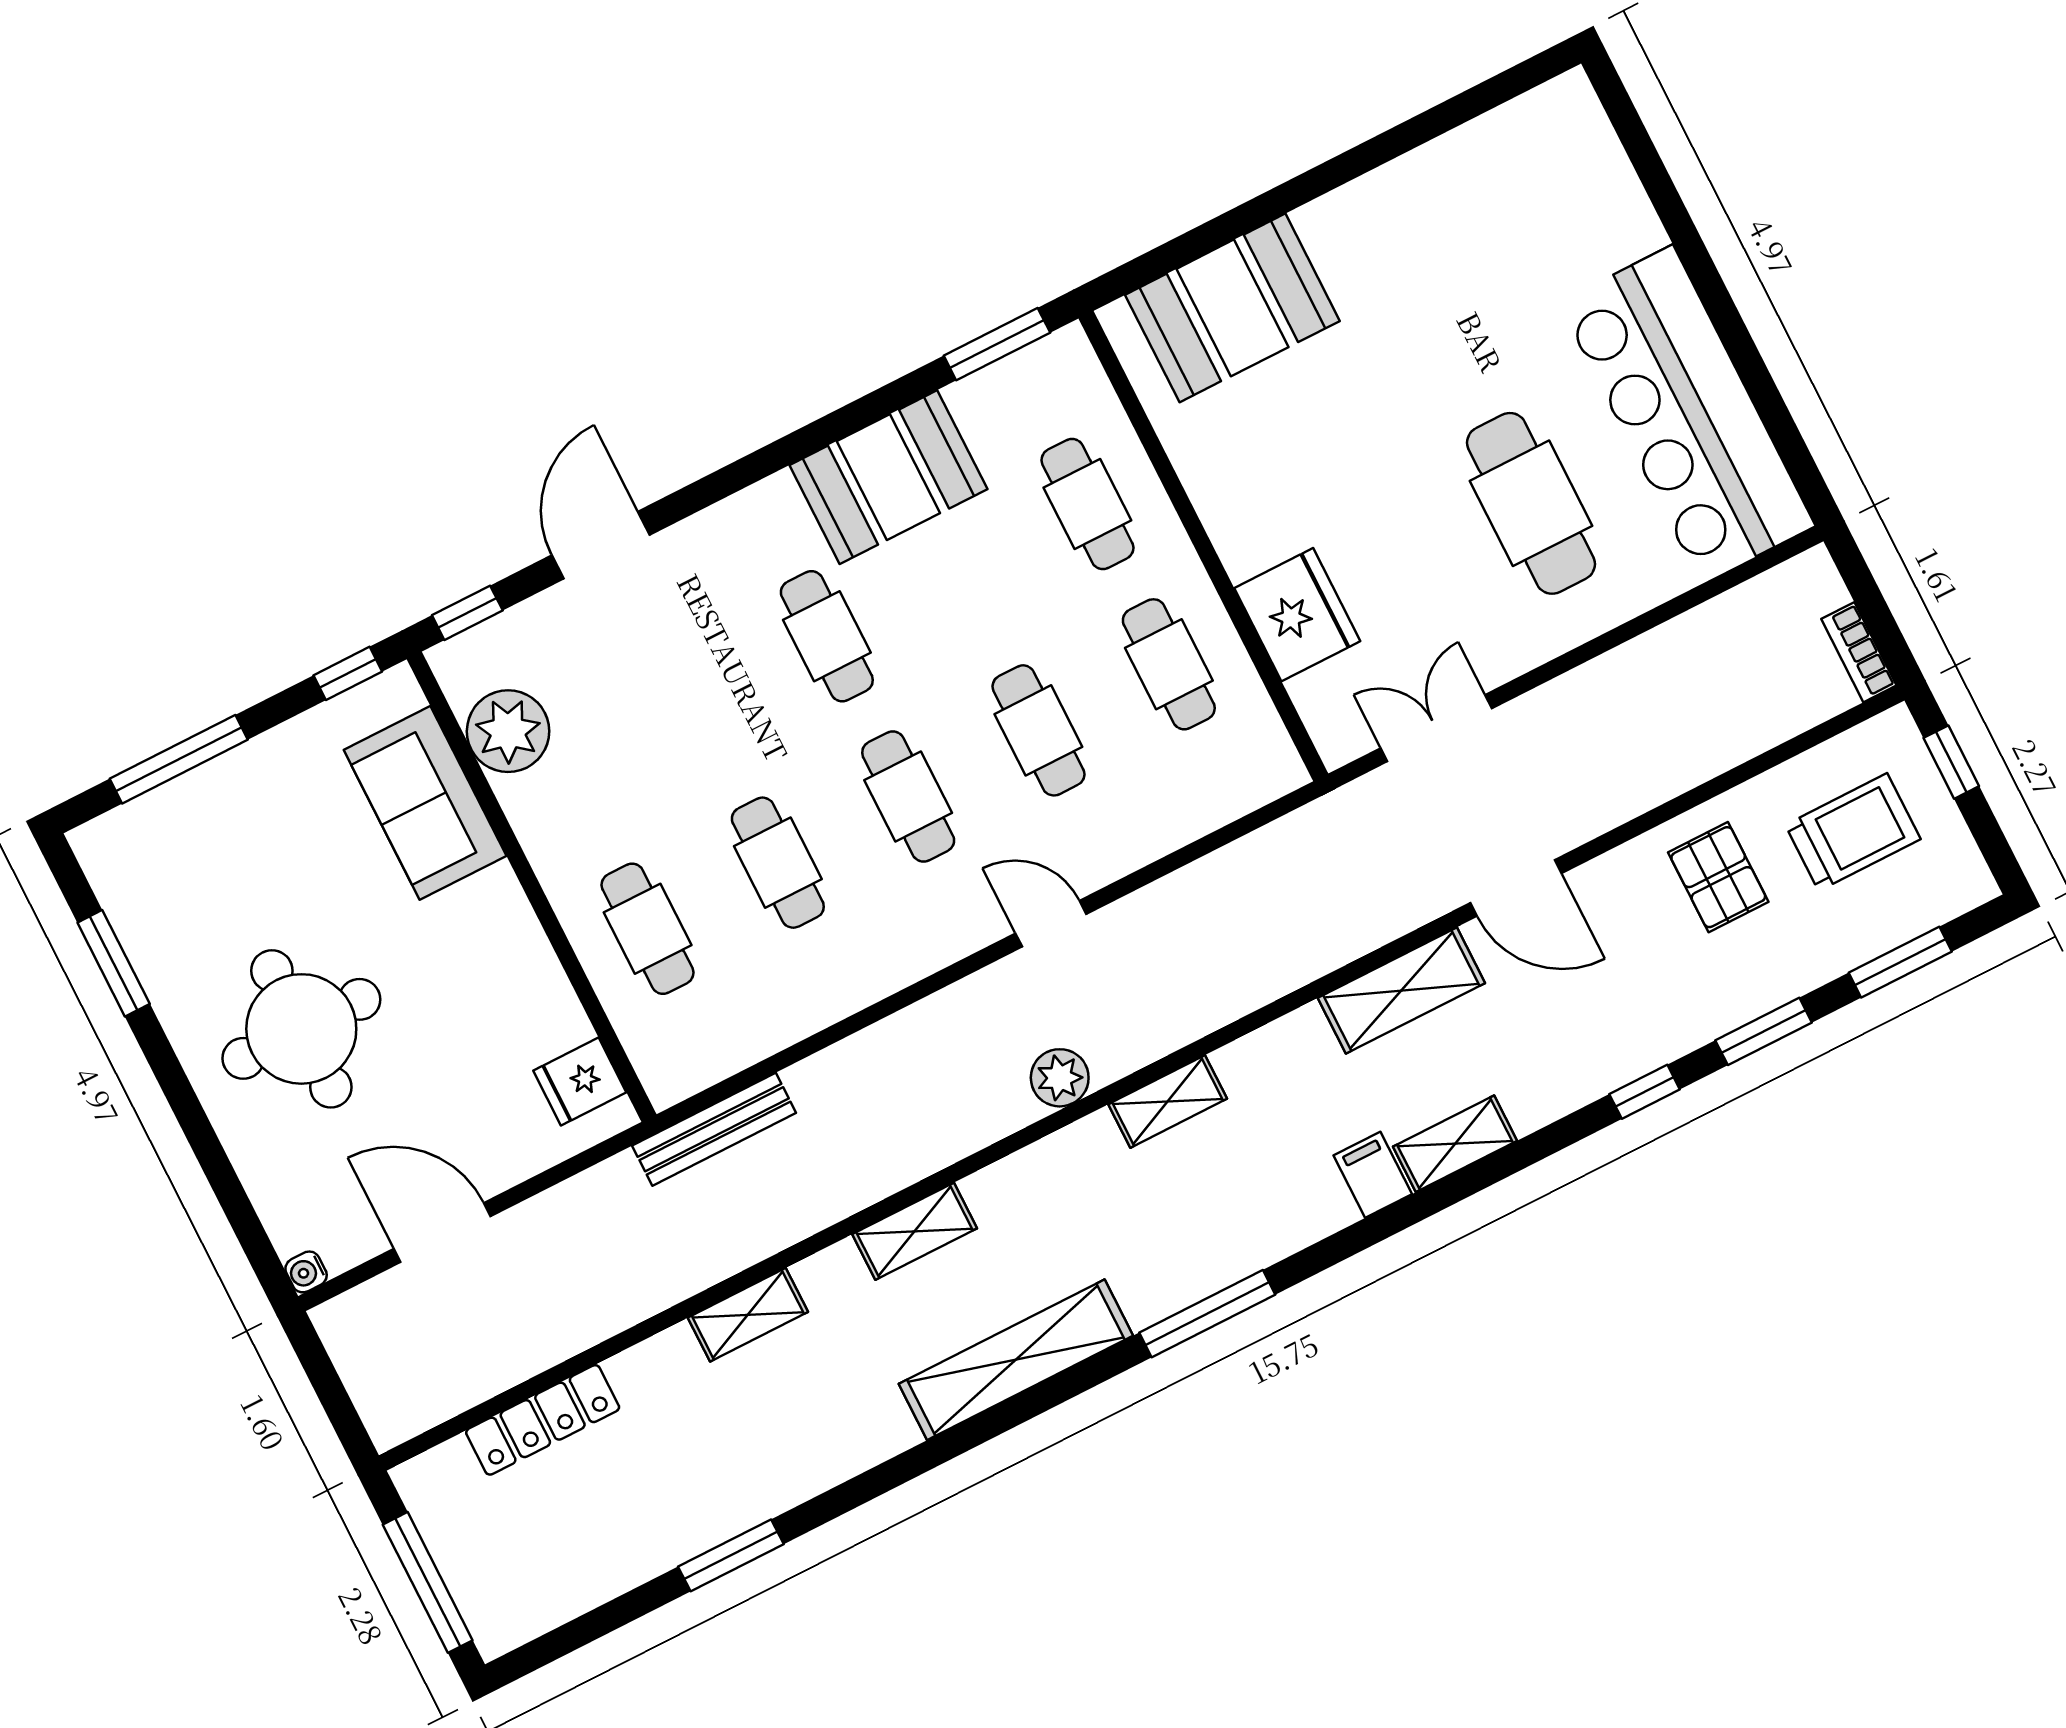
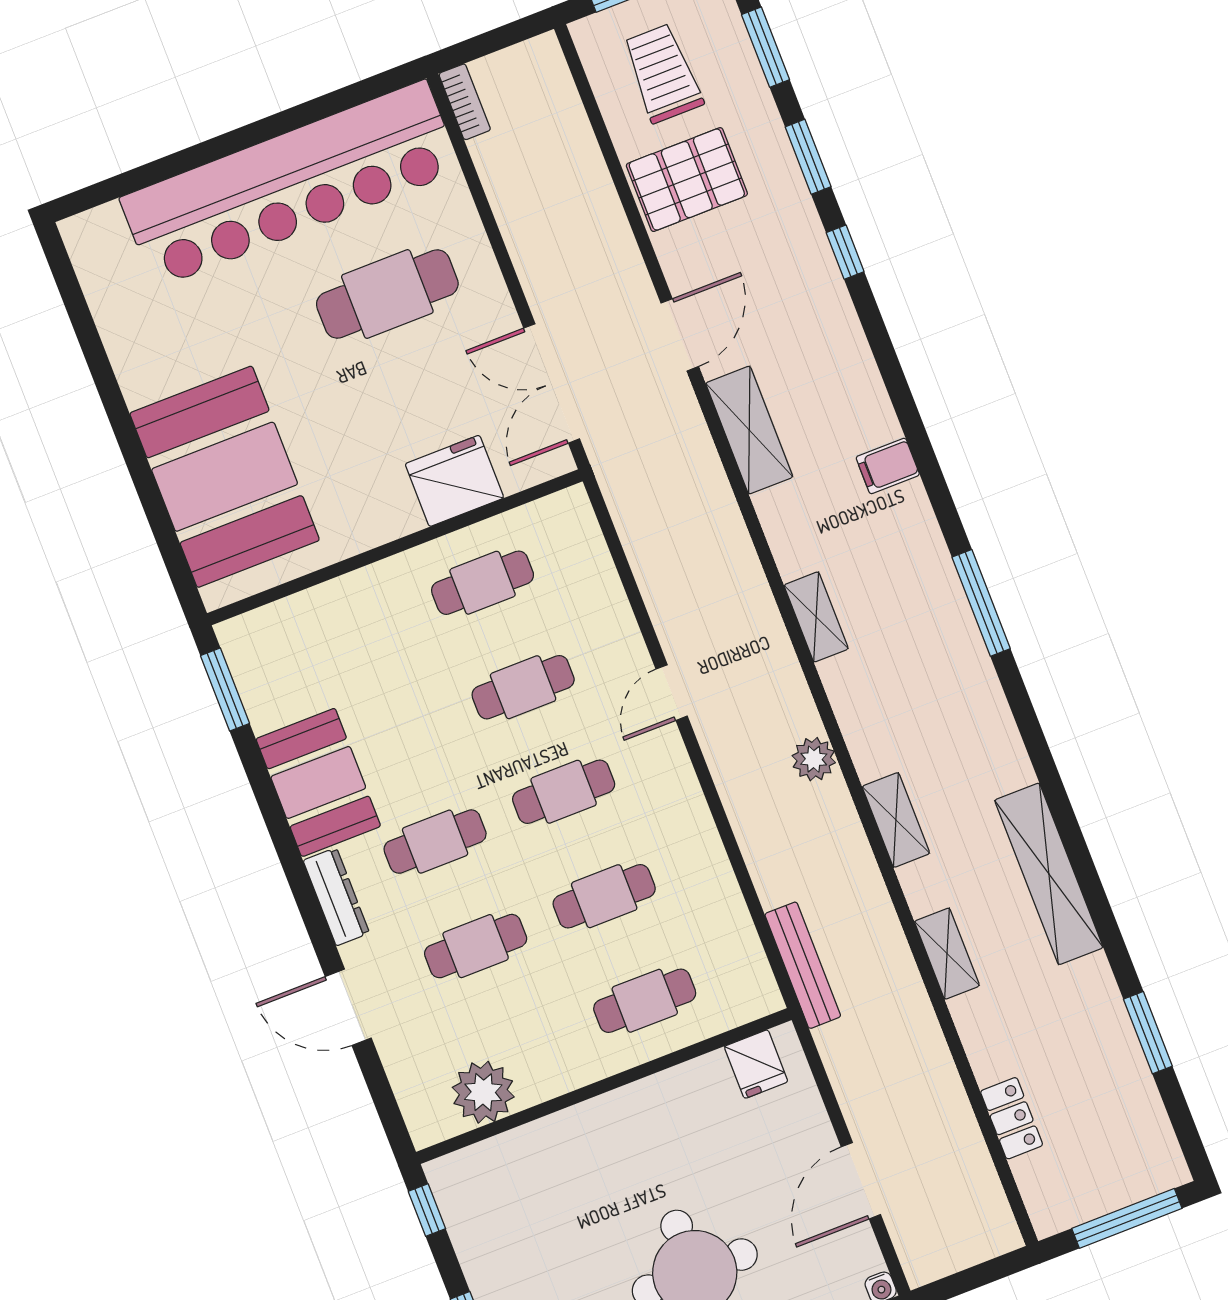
booth: (1232, 308) -> (225, 477), width x1.36, depth x1.42
bar counter: (1687, 414) -> (290, 184), width x1.36
cafe table: (1087, 504) -> (476, 946), moved
dresser: (742, 515) -> (336, 897), added
window: (467, 613) -> (390, 1114), removed
bookcase: (1859, 652) -> (465, 102), moved, turned -90
double door: (1436, 728) -> (552, 383), width x1.37
sofa: (425, 803) -> (532, 1161), removed
pallet: (1718, 877) -> (687, 180), width x1.50, depth x1.42
plant: (1060, 1078) -> (814, 759), moved
shelving: (1455, 1144) -> (870, 401), removed
shelving: (1016, 1360) -> (1049, 874), moved
locker: (543, 1420) -> (1012, 1118), width x0.66
window: (731, 1555) -> (1148, 1033), moved

